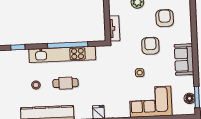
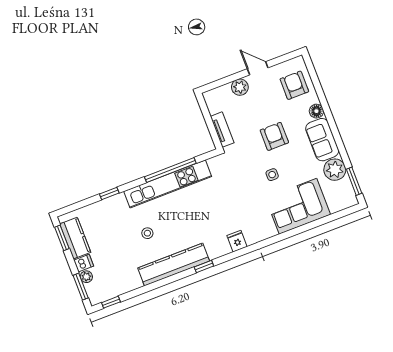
armchair: (165, 18) -> (294, 85), moved
cafe table: (66, 83) -> (184, 218), removed
plant: (186, 84) -> (335, 170), added
floor lamp: (189, 98) -> (316, 111), moved

